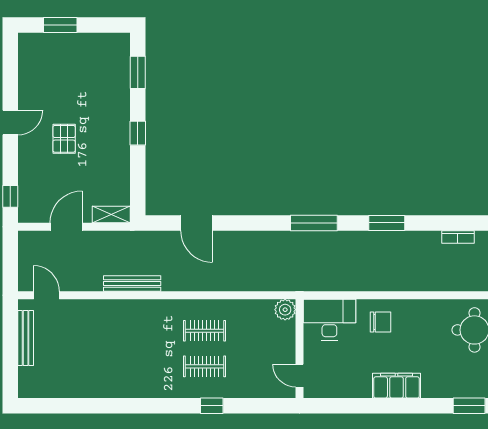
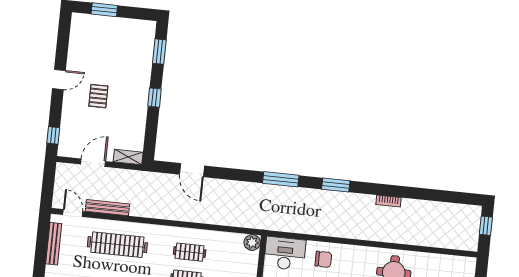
bench: (132, 283) -> (107, 208), moved
clothes rail: (109, 331) -> (117, 245), added

